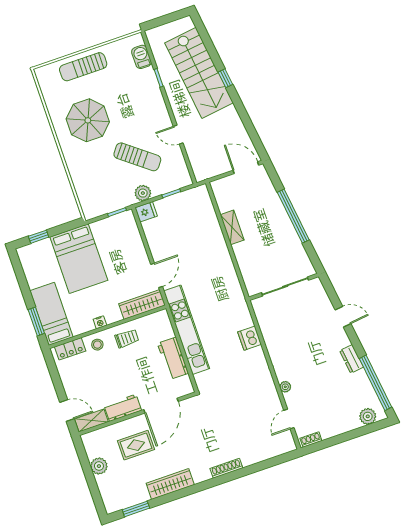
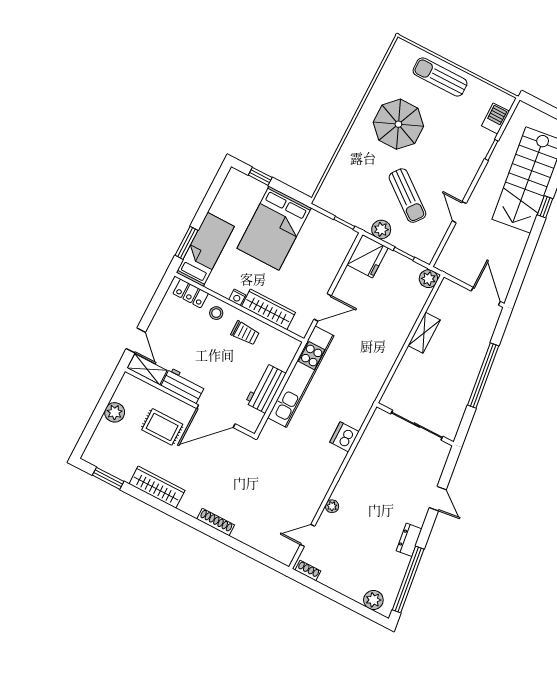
plant: (201, 193) -> (428, 279), added
fridge: (146, 212) -> (367, 256), width x1.88, depth x1.34
wardrobe: (142, 304) -> (269, 309), moved

